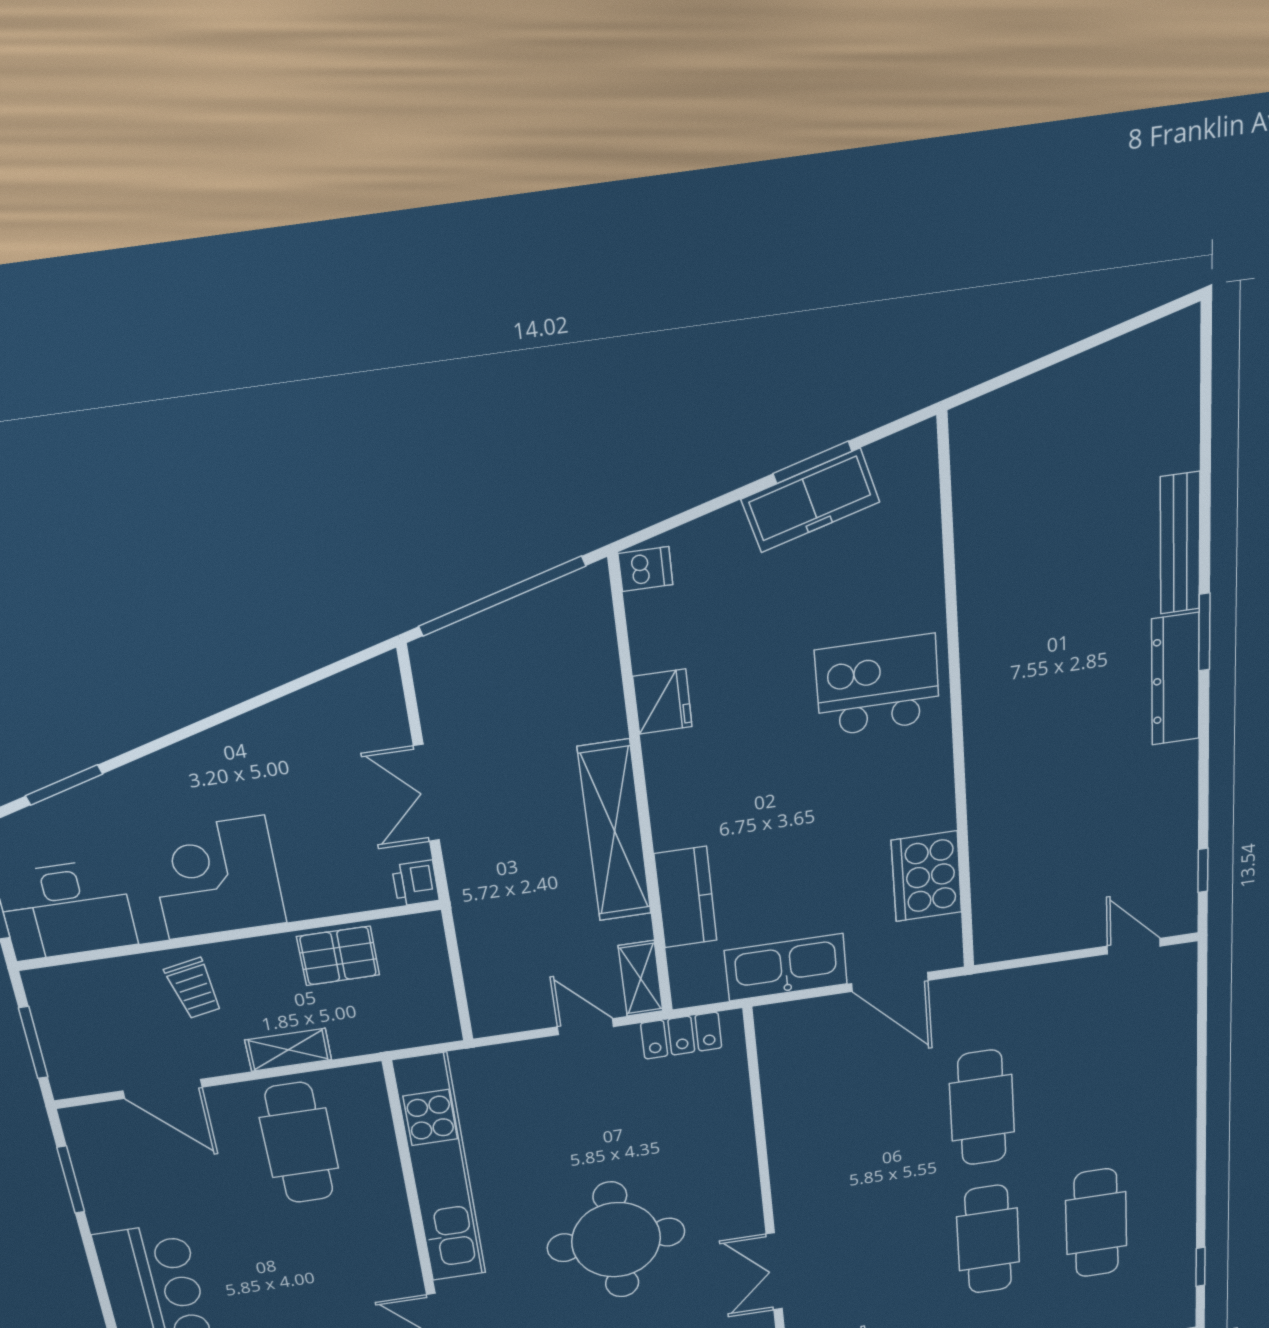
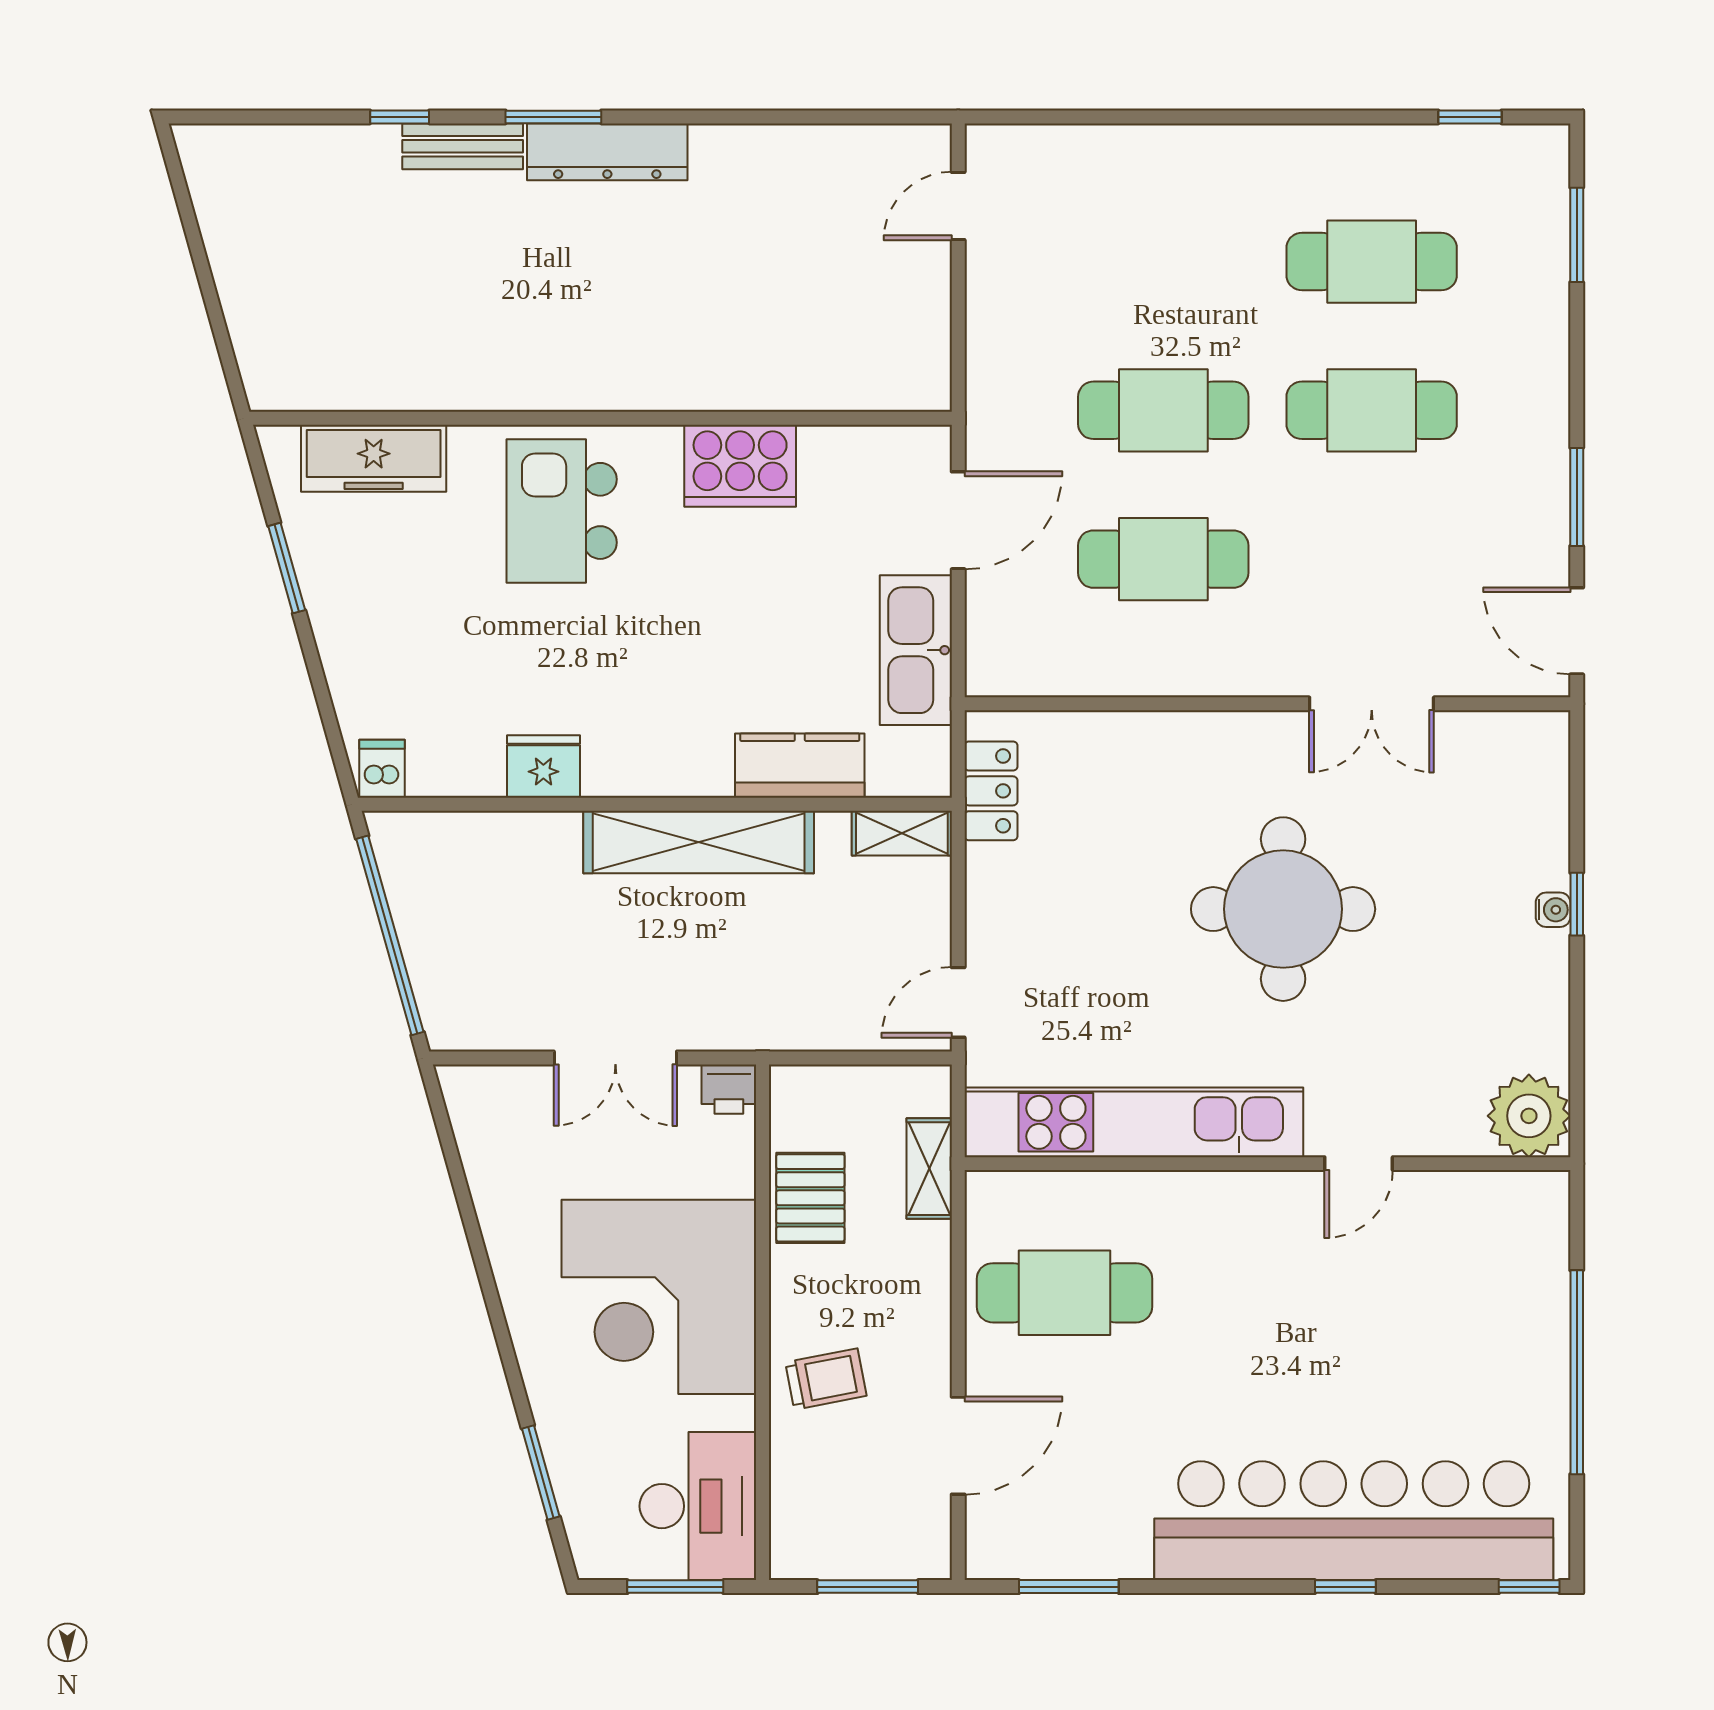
freezer: (810, 501) -> (374, 458), moved, turned 106
bench: (1180, 543) -> (463, 146), width x0.73
window: (1203, 870) -> (400, 117), moved
cooker: (927, 876) -> (740, 466), moved
corner desk: (216, 878) -> (659, 1297), width x1.36, depth x1.36
door: (586, 1027) -> (958, 1002), moved
shelving: (288, 1050) -> (929, 1169), moved
cafe table: (870, 1124) -> (1163, 559), added

